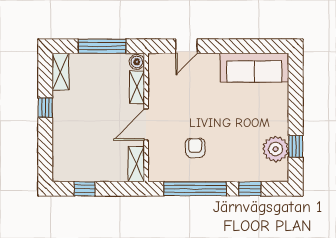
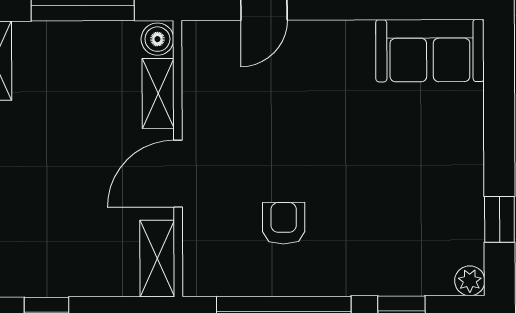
sofa: (254, 68) -> (430, 51), width x0.73
plant: (276, 149) -> (470, 281), moved, width x0.53, depth x0.53

